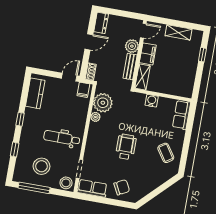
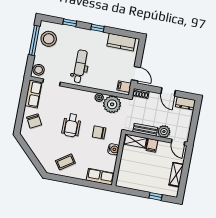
filing cabinet: (148, 54) -> (152, 145), width x0.50
chair: (133, 117) -> (99, 132), added
wheelchair: (126, 147) -> (71, 125), turned 90
stool: (42, 166) -> (49, 39), moved

